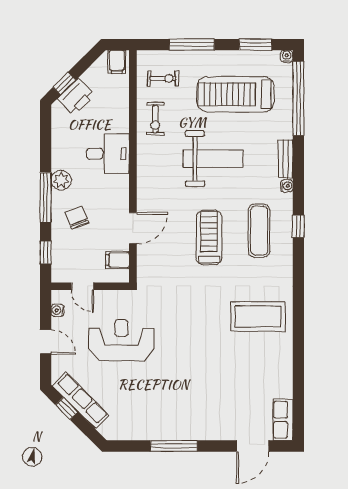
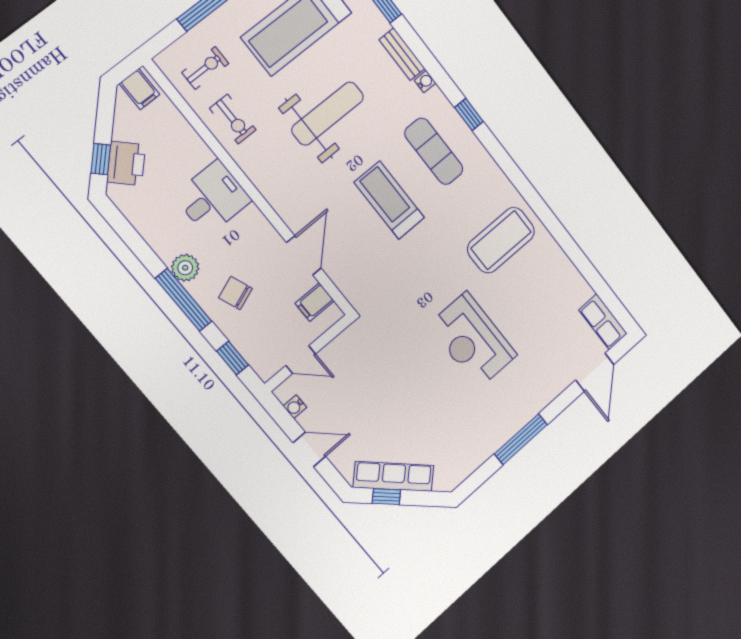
reception desk: (121, 340) -> (473, 340), moved, turned -90

